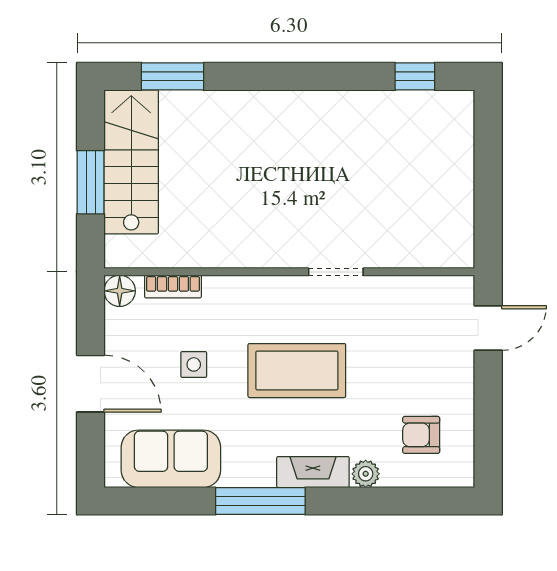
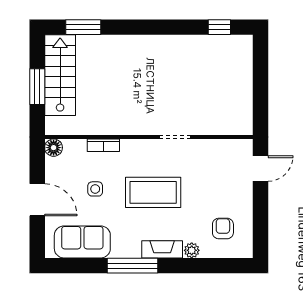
bookcase: (173, 287) -> (103, 145), moved
armchair: (421, 435) -> (223, 229), turned 90

